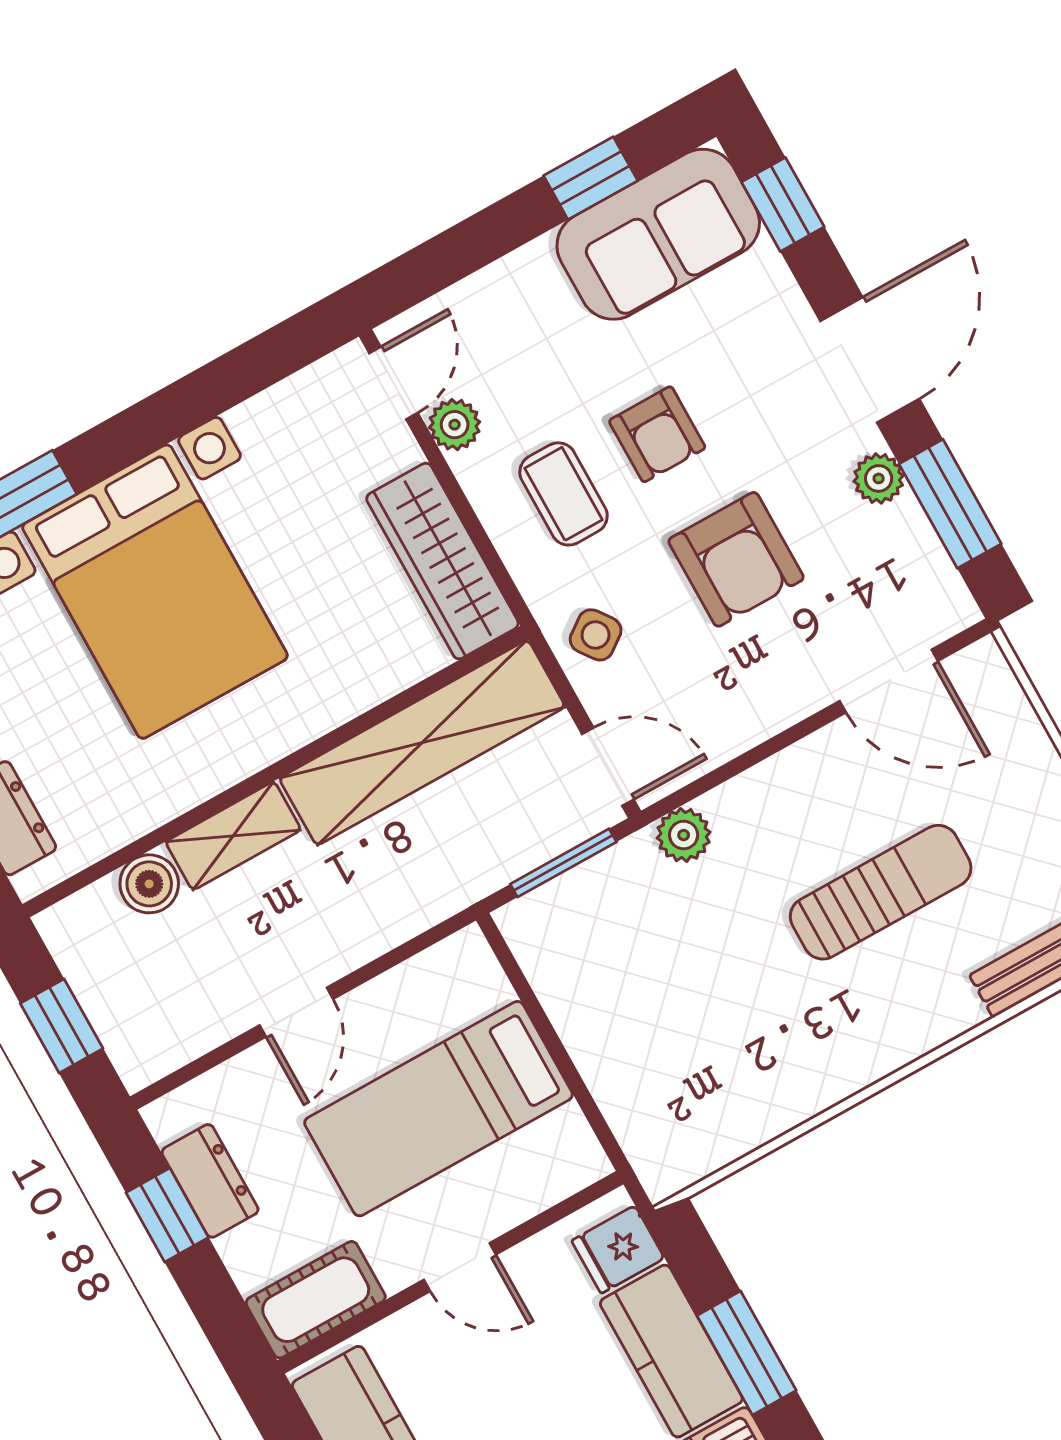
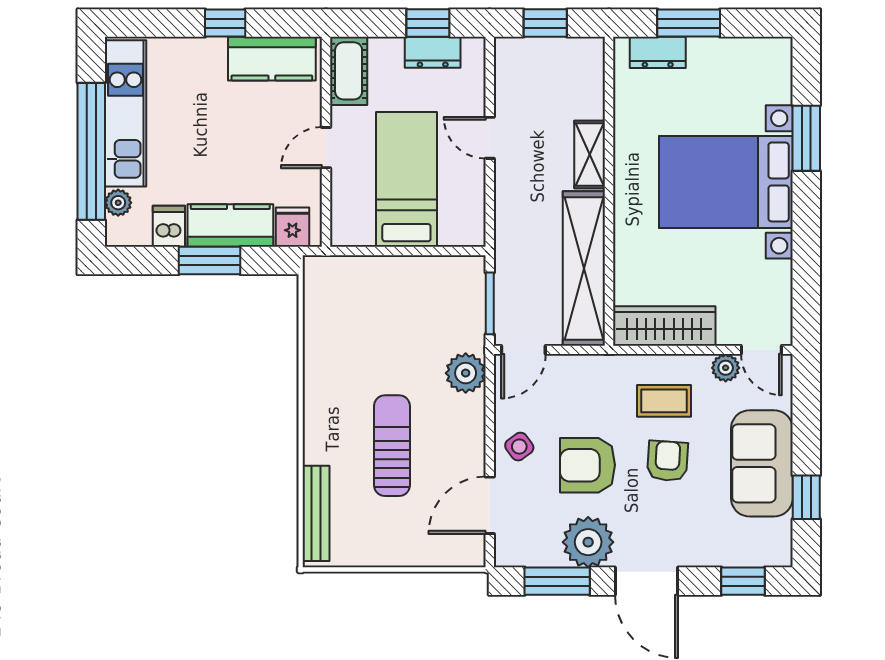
sofa: (658, 234) -> (762, 463), moved
armchair: (657, 434) -> (668, 461), turned 94
plant: (879, 478) -> (588, 542), width x1.88, depth x1.88
side table: (596, 635) -> (519, 447), moved
plant: (684, 835) -> (466, 373), width x1.38, depth x1.38
boiler: (149, 884) -> (589, 102), removed
sun lounger: (881, 892) -> (392, 446), turned 180

